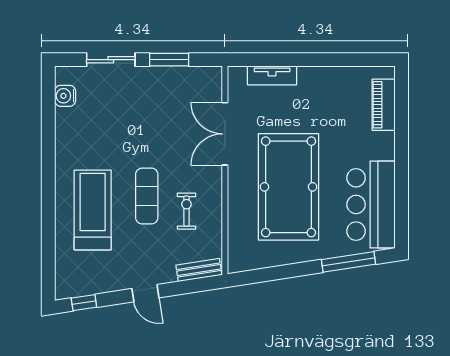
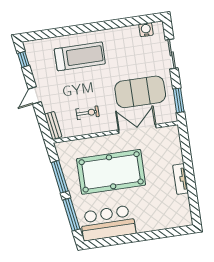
window: (169, 60) -> (179, 100), moved
tv unit: (272, 75) -> (181, 179), moved
piano: (384, 105) -> (169, 222), removed
exercise mat: (147, 196) -> (140, 92), moved, width x2.00, depth x1.45
window: (284, 272) -> (60, 177), added

